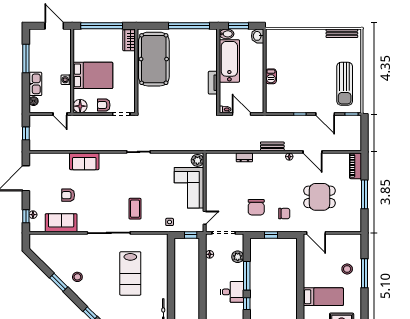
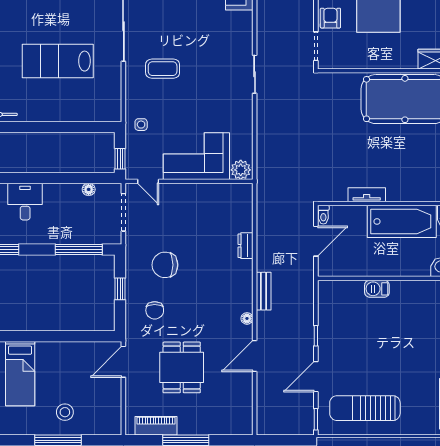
piano: (355, 166) -> (156, 426), moved
plant: (238, 257) -> (85, 235), removed
window: (247, 276) -> (79, 249), moved
desk: (232, 292) -> (25, 202), moved, turned 180

